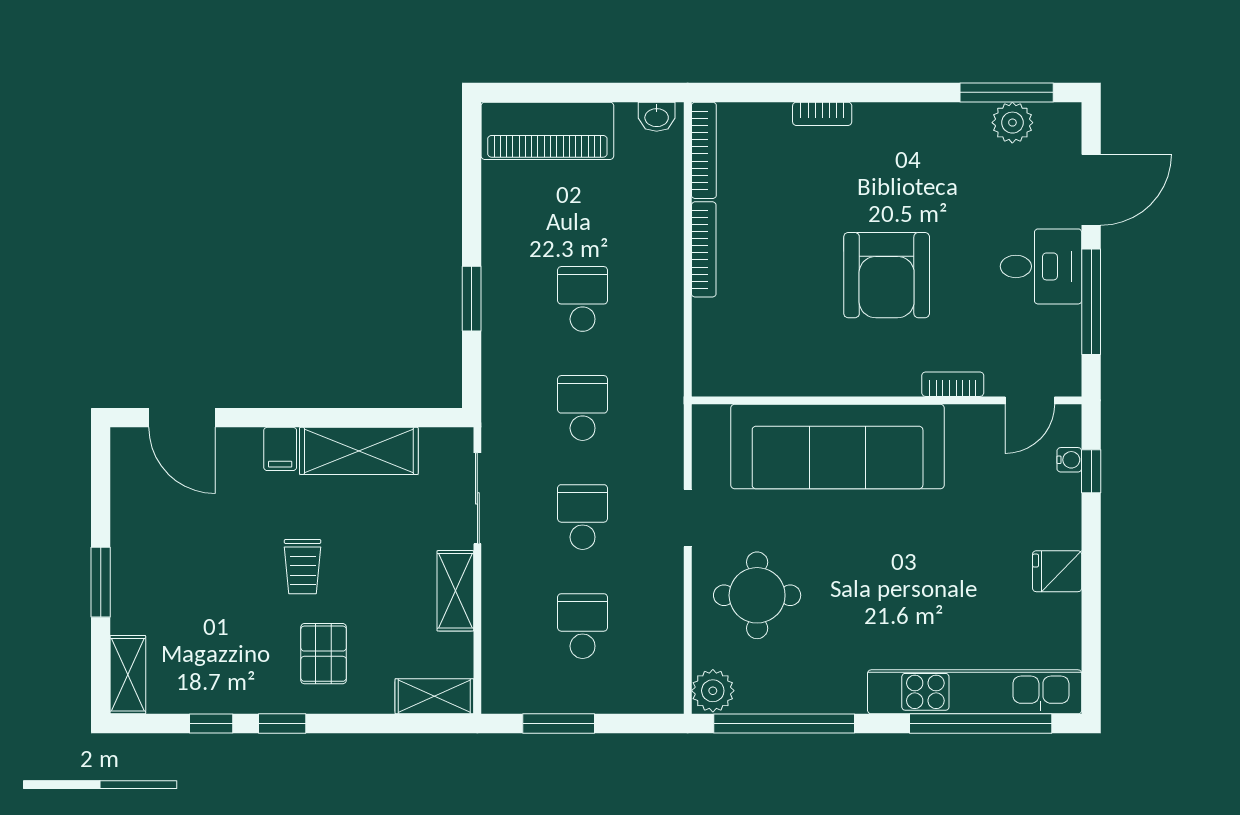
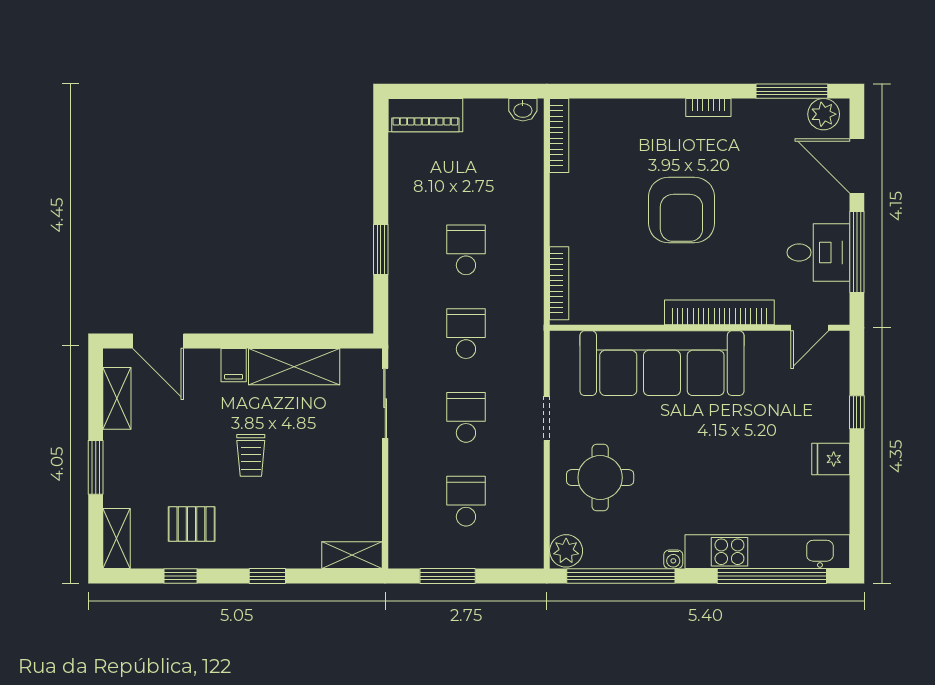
bookcase: (822, 114) -> (708, 108), moved
plant: (1012, 123) -> (824, 114), moved
piano: (547, 131) -> (425, 115), width x0.73, depth x0.75
door: (1091, 190) -> (857, 166), swing flipped
bookcase: (704, 249) -> (559, 283), moved
desk: (1041, 266) -> (818, 252), moved
armchair: (887, 275) -> (681, 210), moved
bookcase: (953, 384) -> (719, 312), width x2.31, depth x1.31
water cooler: (1069, 460) -> (673, 559), moved, turned 90
window: (1091, 471) -> (857, 412), moved
shelving: (455, 591) -> (117, 398), moved
pallet: (324, 654) -> (192, 524), moved, turned 90
window: (282, 724) -> (267, 576), moved

